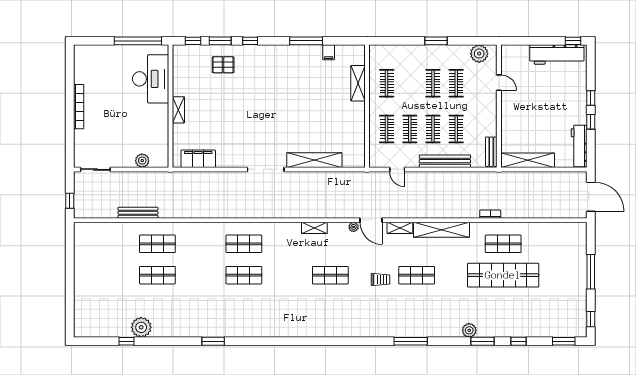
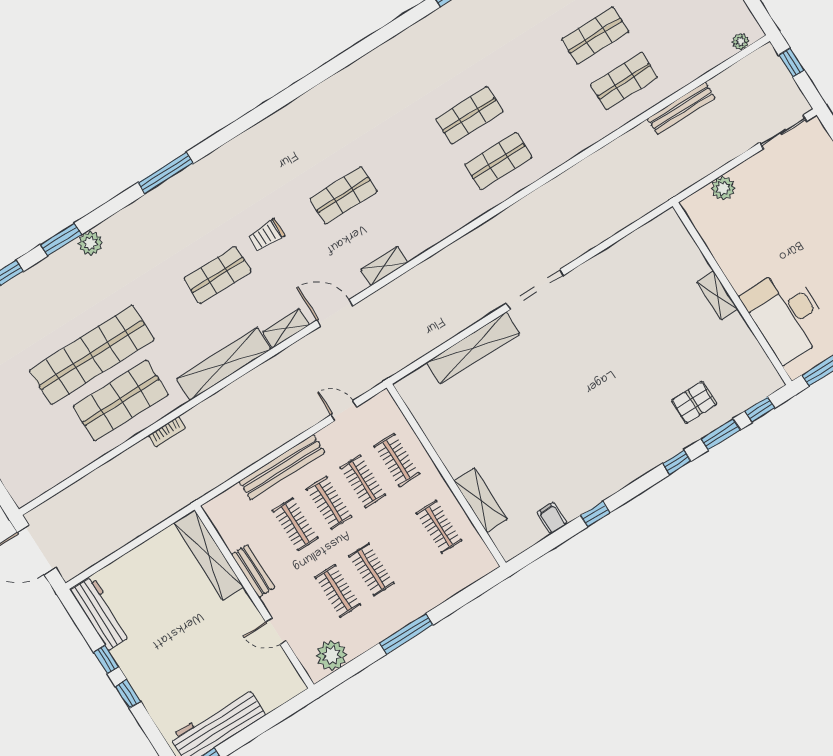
window: (306, 41) -> (595, 514), width x0.46
window: (436, 41) -> (406, 634), width x1.44
bench: (491, 152) -> (253, 571), moved
filing cabinet: (198, 159) -> (643, 243), removed
shelving: (528, 160) -> (209, 555), moved, turned 90
plant: (354, 227) -> (741, 42), moved
shelving: (314, 228) -> (384, 266), moved
shop shelf: (503, 244) -> (121, 400), width x1.43, depth x1.36

